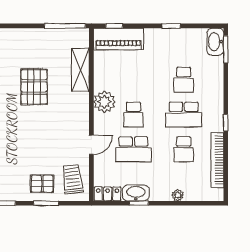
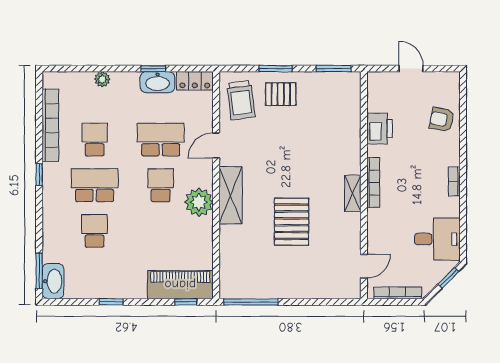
shelving: (80, 70) -> (231, 195), moved

